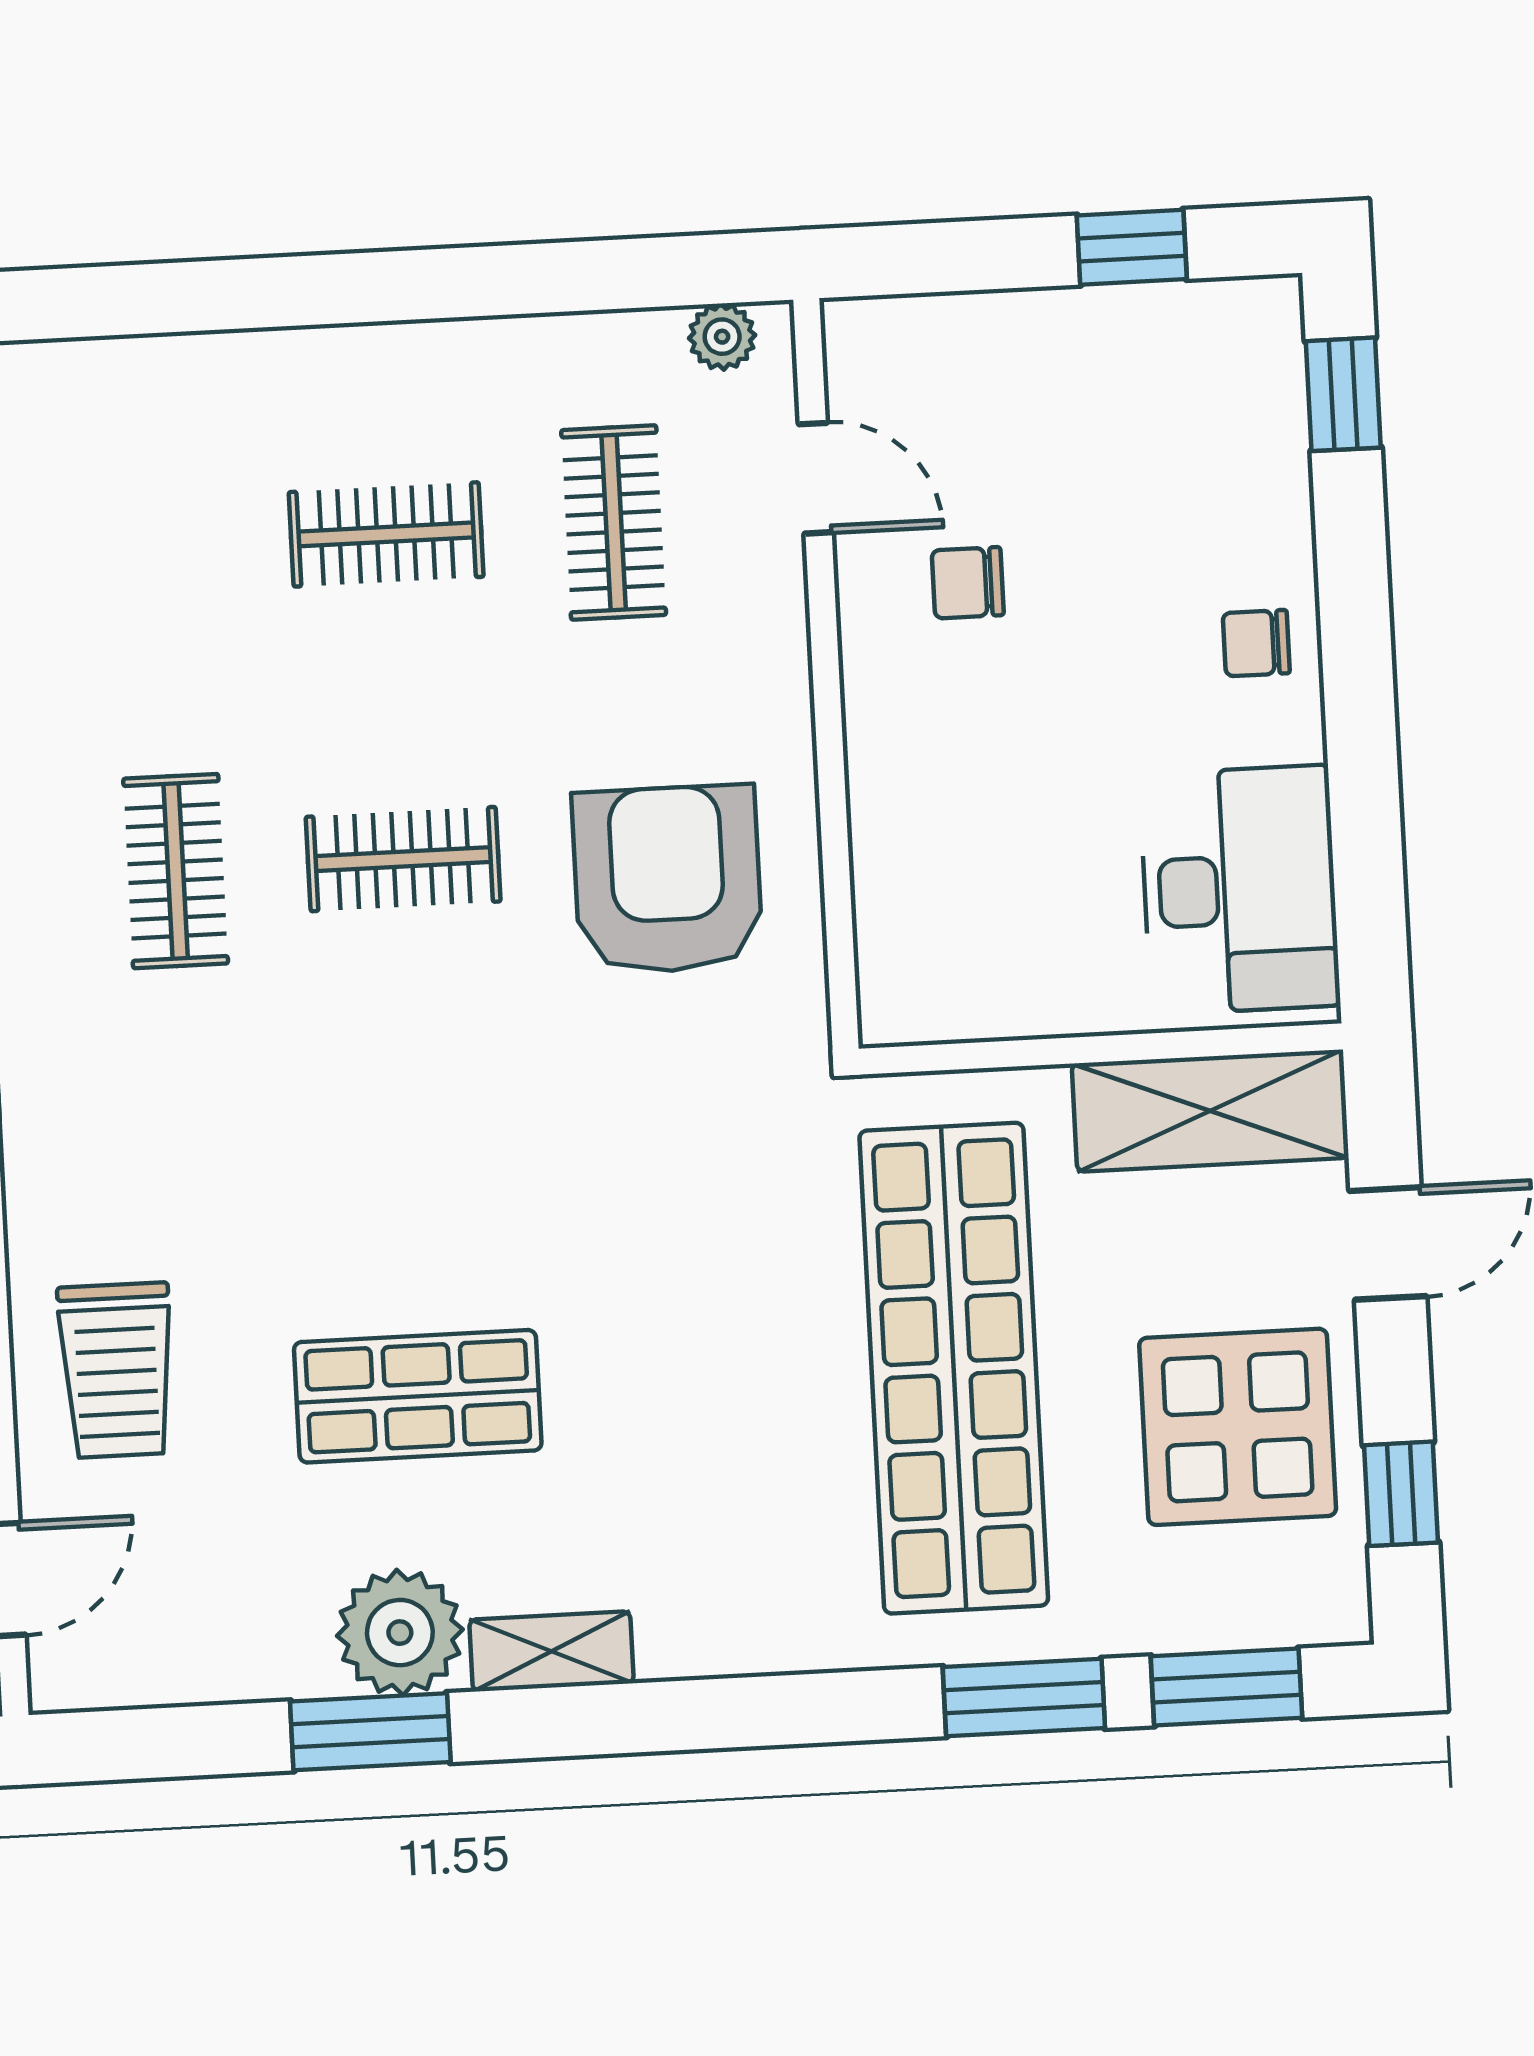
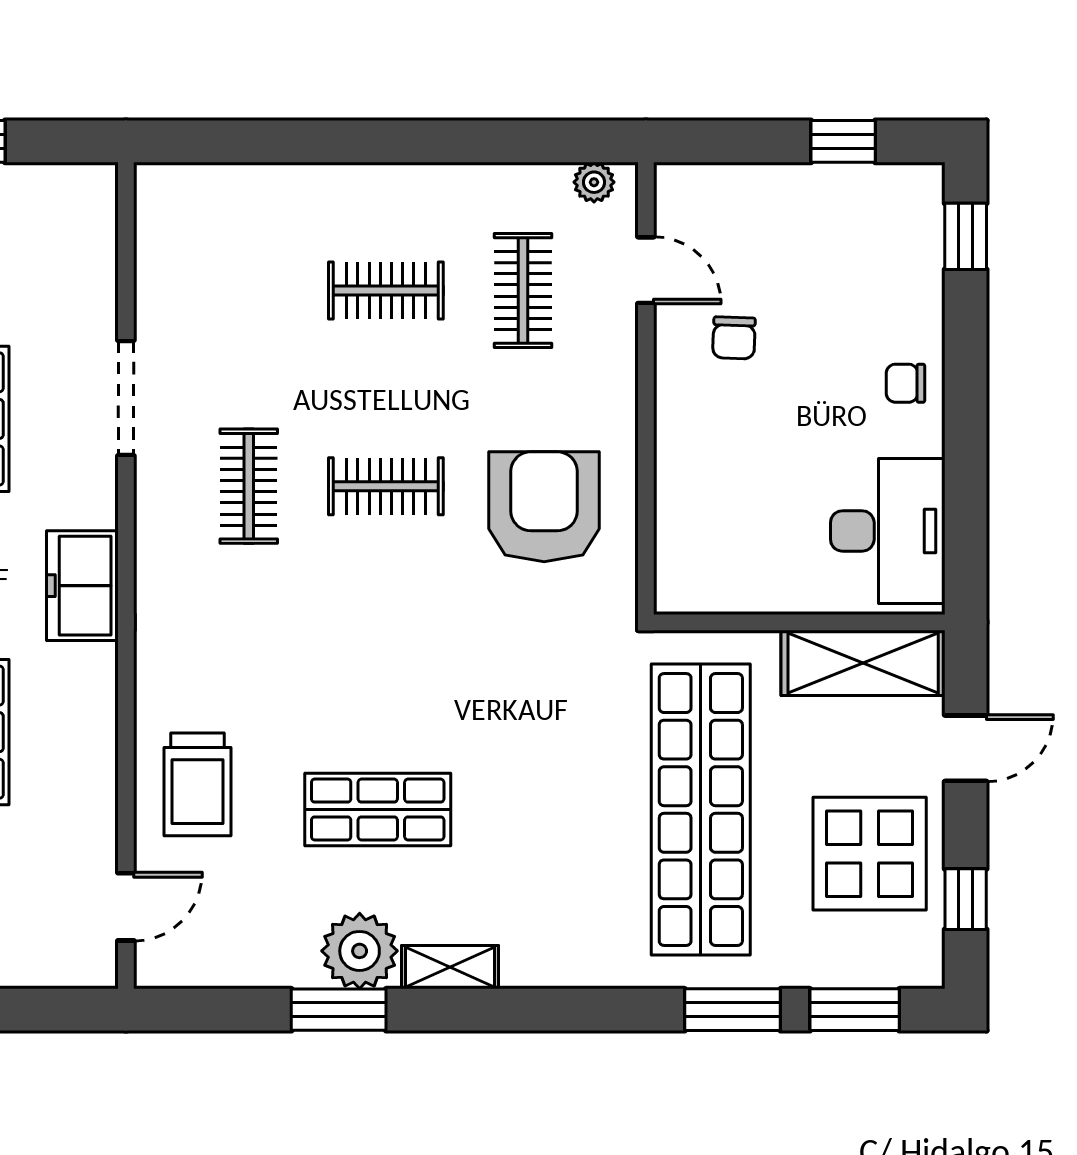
chair: (968, 583) -> (734, 338), turned -88

